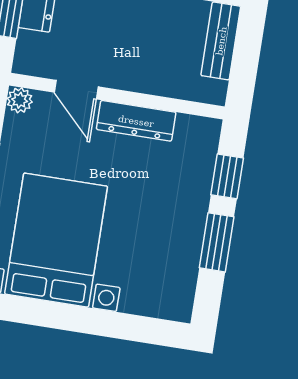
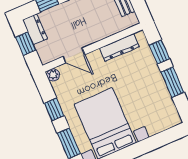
dresser: (136, 121) -> (119, 47), moved

